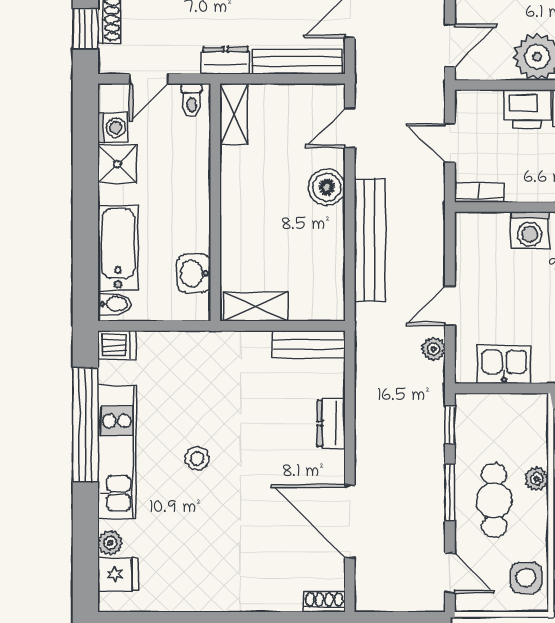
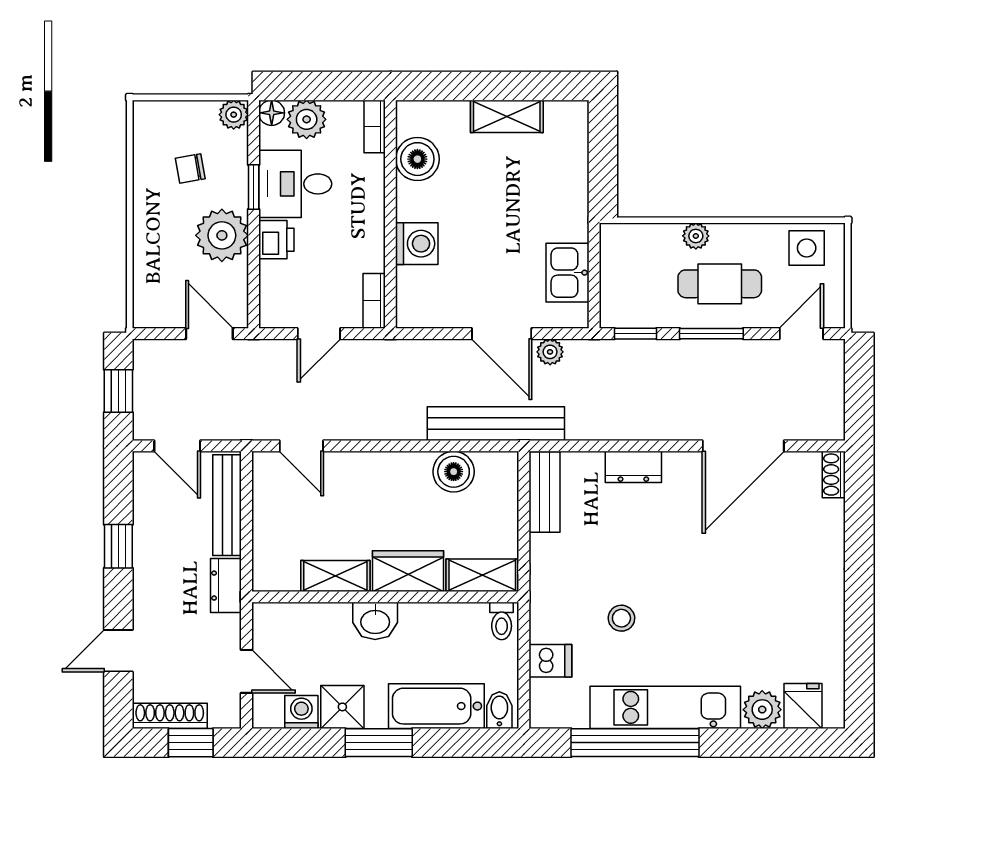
toilet: (192, 100) -> (502, 621), moved, turned 90
printer: (527, 109) -> (276, 240), width x0.73, depth x0.81
shelving: (234, 114) -> (335, 576), moved
boiler: (327, 187) -> (454, 472), moved
window: (85, 197) -> (379, 743), added
wardrobe: (238, 223) -> (408, 571), added
bench: (370, 241) -> (496, 424), moved
washbasin: (194, 273) -> (375, 621), moved
door: (450, 306) -> (502, 334), width x1.38
shelving: (256, 307) -> (482, 575), moved, turned 90
dishwasher: (117, 345) -> (550, 661), moved, turned 90
stool: (197, 458) -> (621, 618), moved
plant: (110, 543) -> (762, 710), width x1.38, depth x1.38

